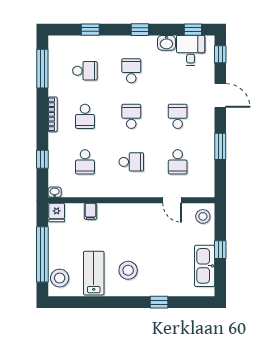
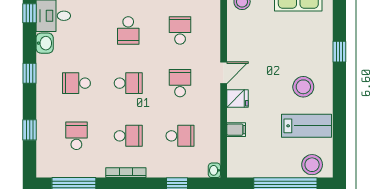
school desk: (131, 116) -> (128, 83), turned 180
school desk: (178, 116) -> (128, 30), turned -90
school desk: (178, 162) -> (180, 30), turned -90
door: (172, 200) -> (224, 73), moved
fridge: (57, 212) -> (238, 99), moved
lab bench: (94, 273) -> (307, 126), turned 180

